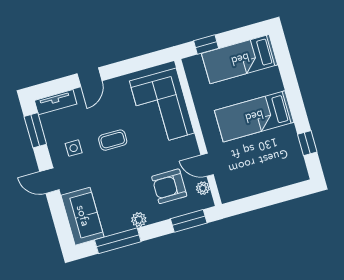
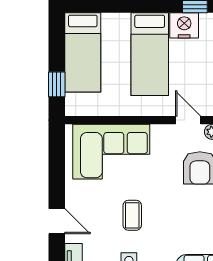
nightstand: (287, 139) -> (184, 25), added
door: (207, 165) -> (188, 120), swing flipped

